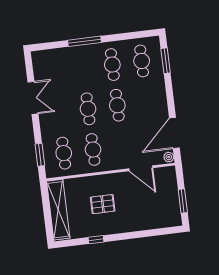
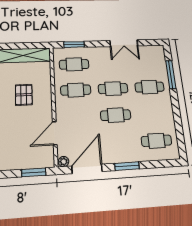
window: (84, 41) -> (171, 75), moved
window: (166, 61) -> (127, 166), moved
cafe table: (112, 65) -> (149, 87), moved
door: (174, 133) -> (87, 169), hinge flipped
window: (183, 201) -> (34, 172), moved

